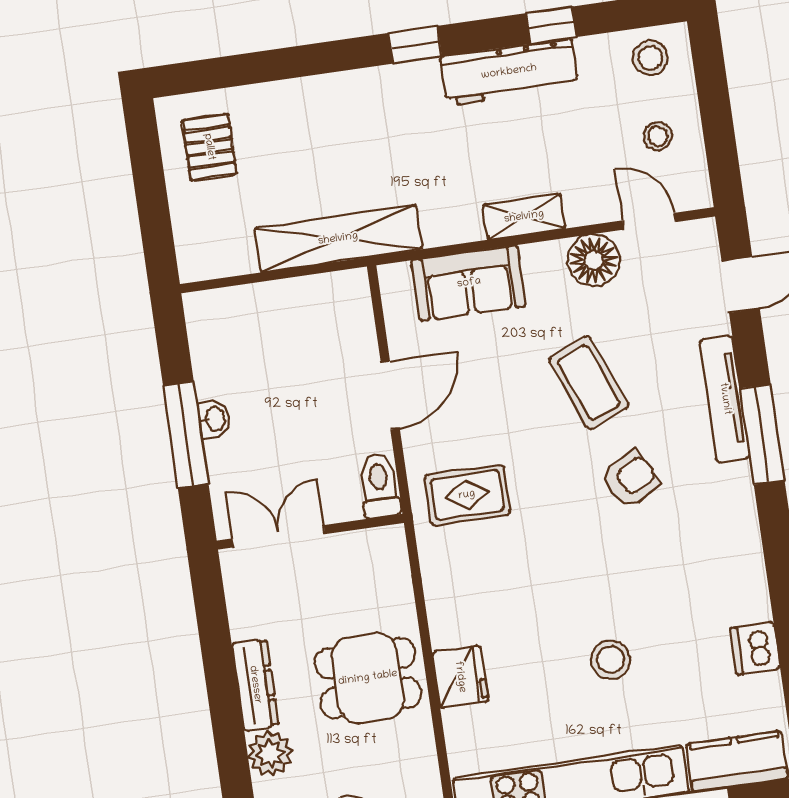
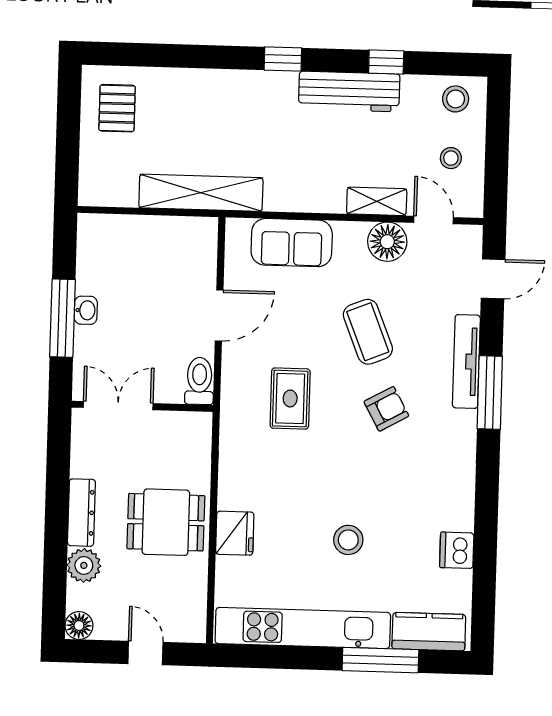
shelving: (524, 217) -> (377, 201), moved
rug: (467, 495) -> (290, 399), moved, turned 90

